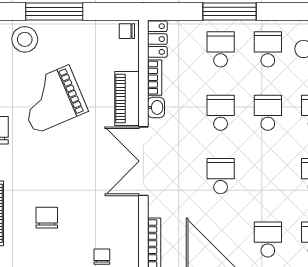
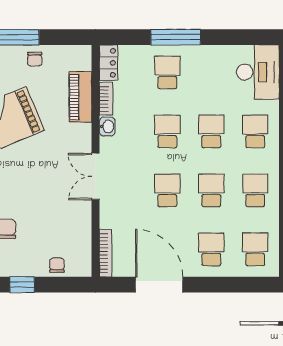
chair: (127, 31) -> (35, 59), moved, turned -90
school desk: (268, 49) -> (211, 190), moved
piano: (127, 98) -> (80, 97), moved
double door: (143, 161) -> (96, 176), width x0.73

